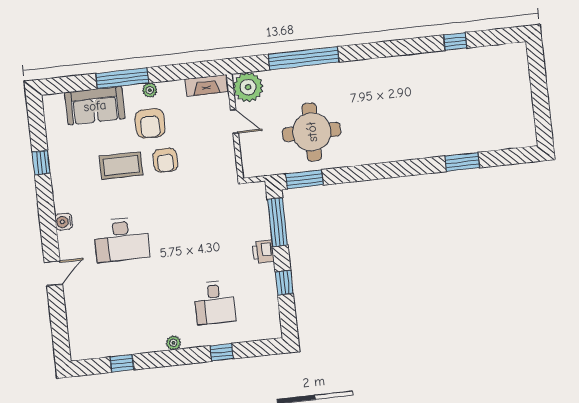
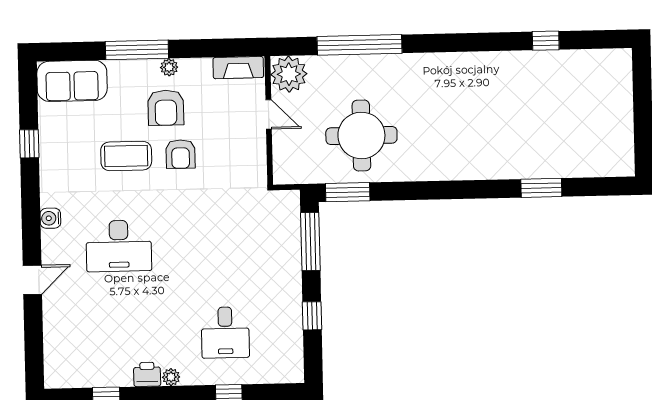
sofa: (95, 106) -> (72, 81), moved
printer: (263, 252) -> (147, 374), moved, turned 90

